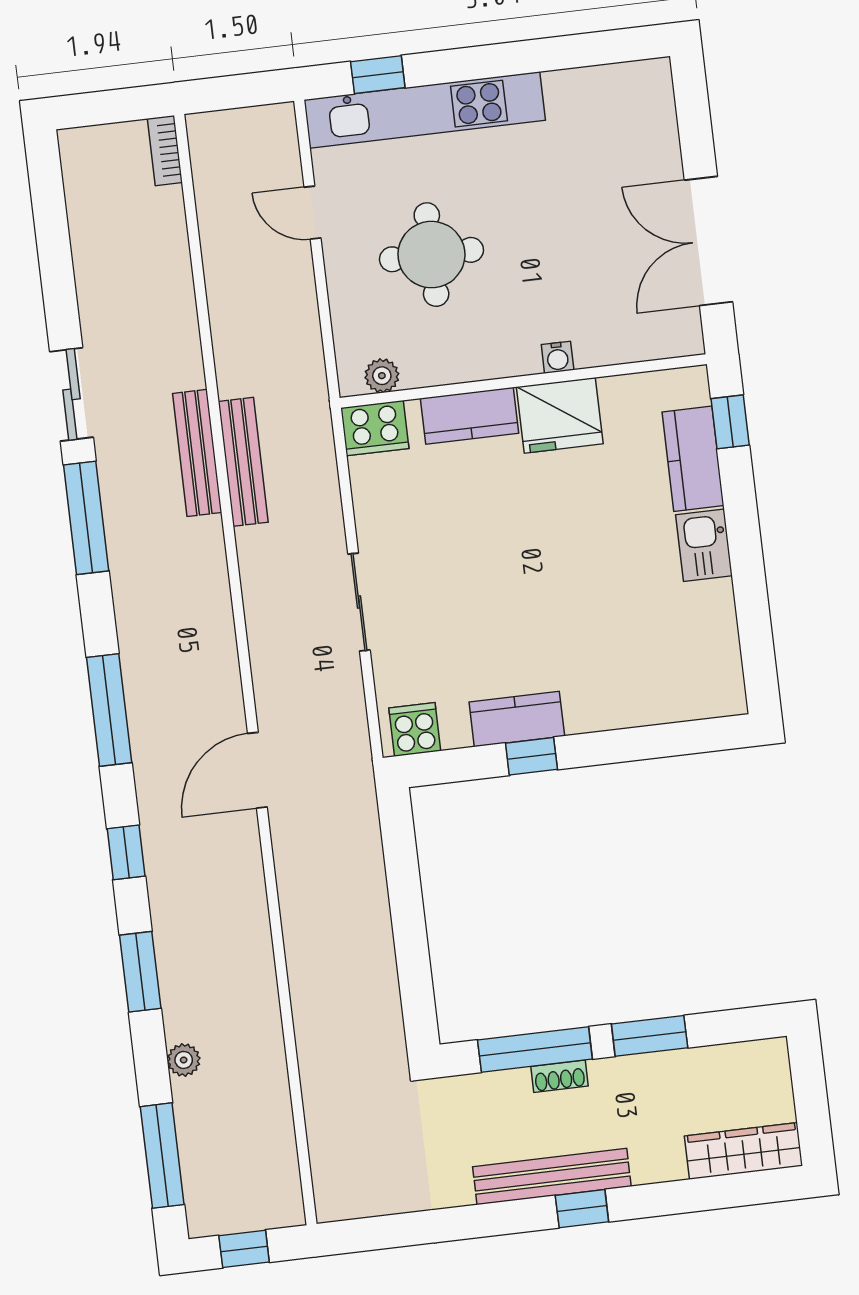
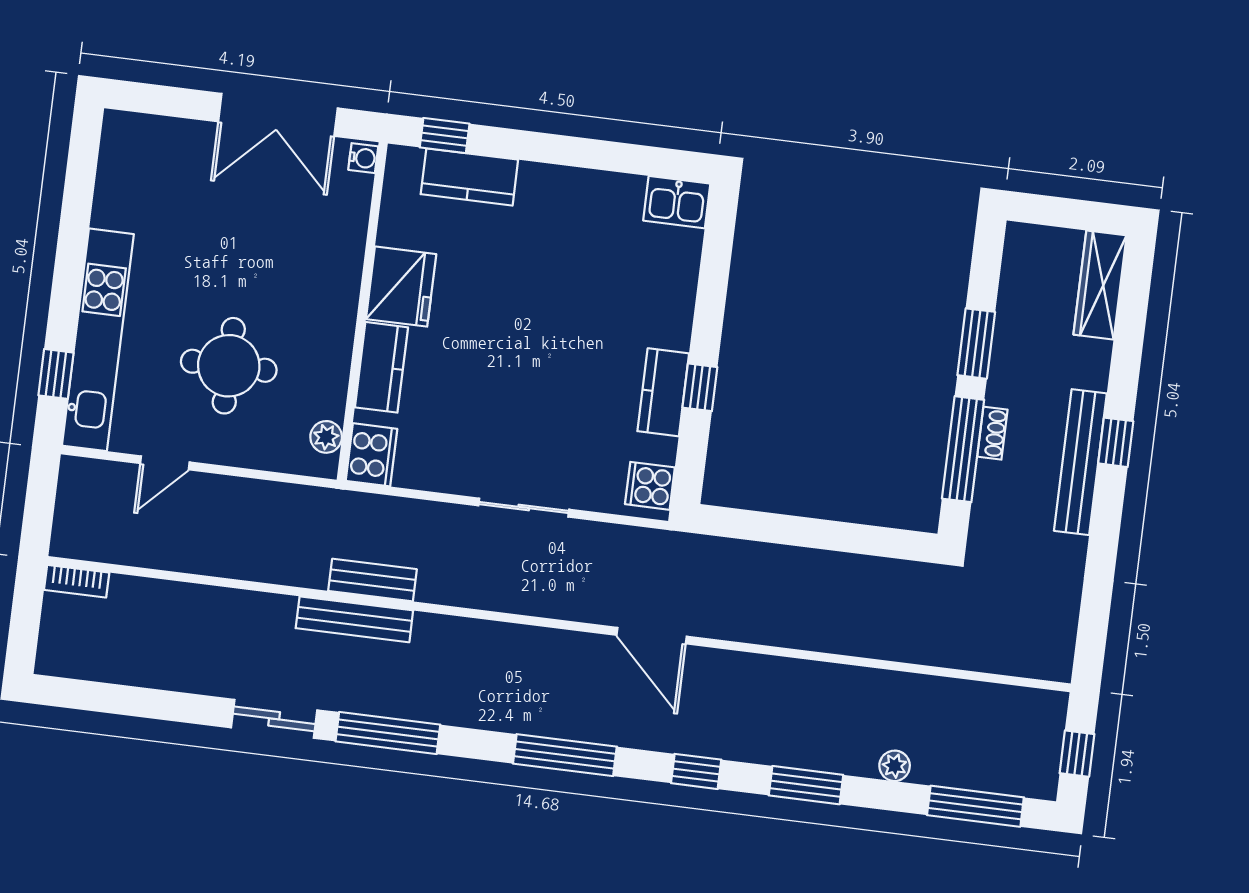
water cooler: (558, 357) -> (363, 158), moved
bench: (243, 462) -> (372, 580), width x0.73
kitchen sink: (704, 545) -> (677, 202), moved

